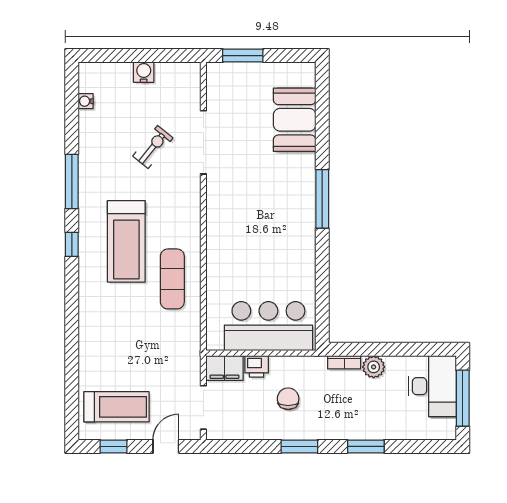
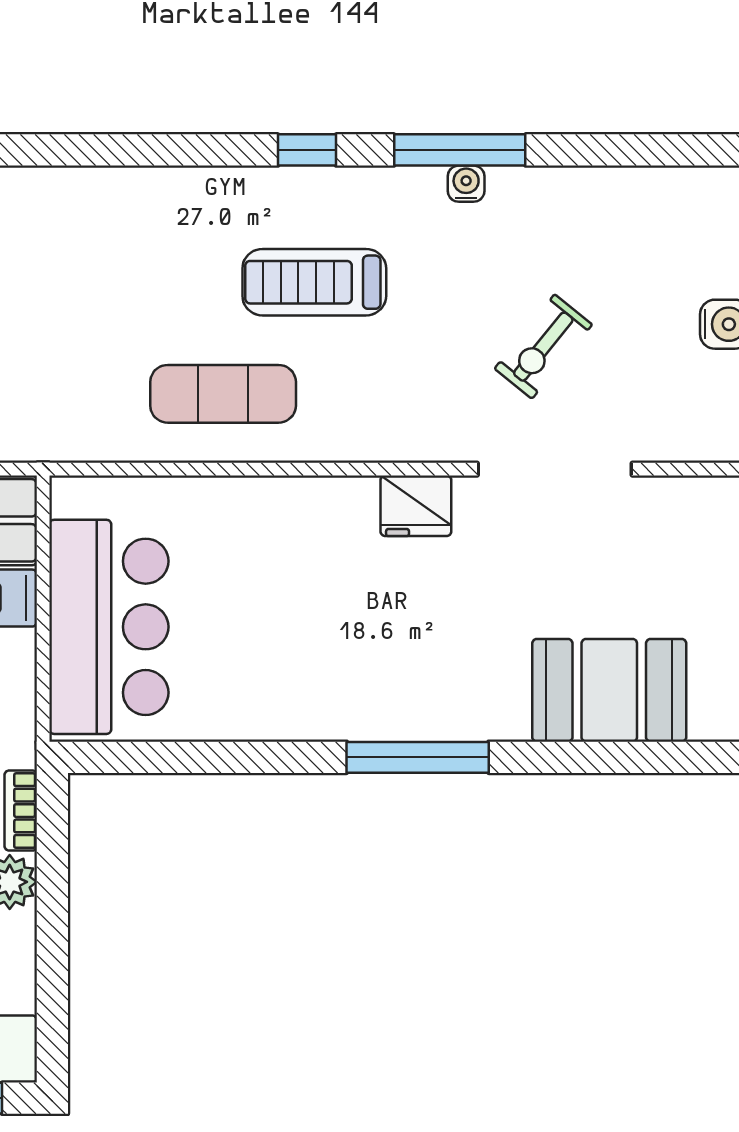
water cooler: (86, 101) -> (466, 184), moved
exercise bike: (153, 147) -> (543, 347), turned 90
fridge: (219, 199) -> (416, 506), added
treadmill: (126, 241) -> (314, 282), width x0.73, depth x0.73

